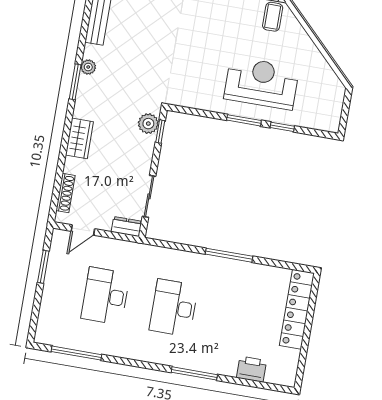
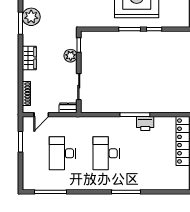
plant: (88, 67) -> (31, 17), width x1.88, depth x1.88
plant: (148, 124) -> (71, 56), moved
printer: (251, 369) -> (145, 123), moved, turned 180

